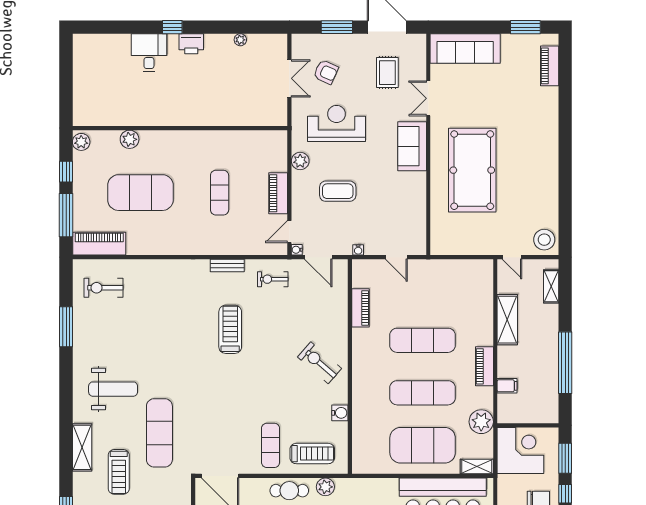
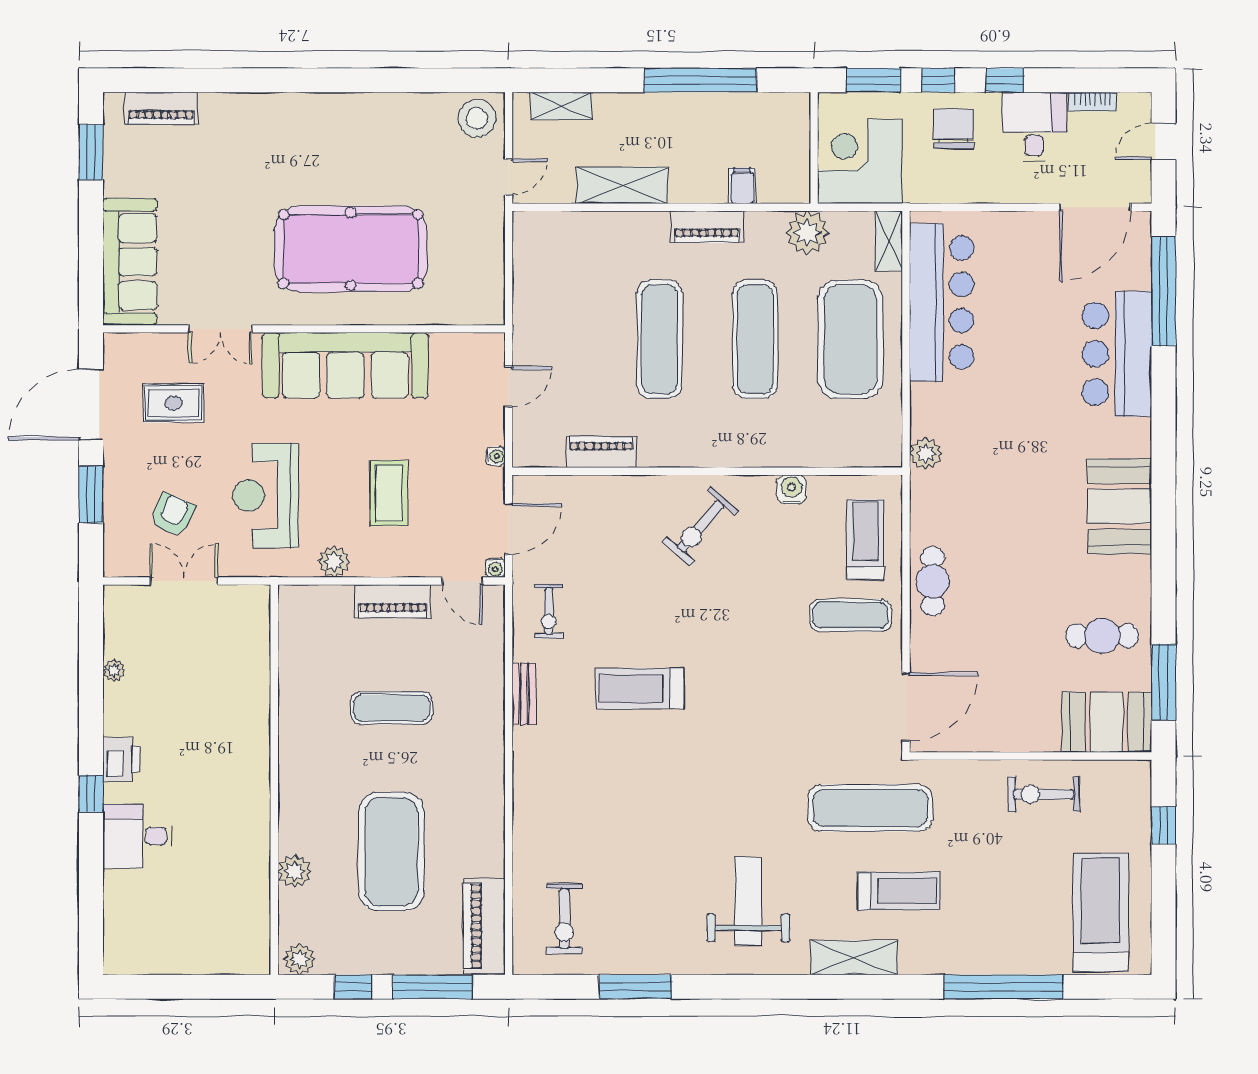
sofa: (412, 146) -> (345, 365), width x1.85, depth x1.27
exercise mat: (159, 433) -> (870, 808), moved
plant: (325, 487) -> (926, 453), moved

